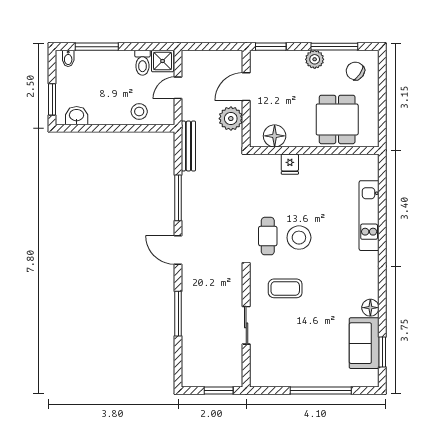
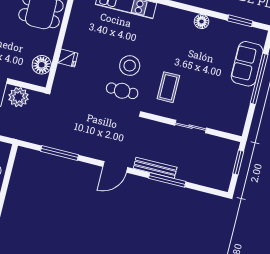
bench: (188, 146) -> (155, 168), moved
window: (178, 198) -> (59, 153), moved
sofa: (364, 343) -> (247, 64), moved, turned 90

